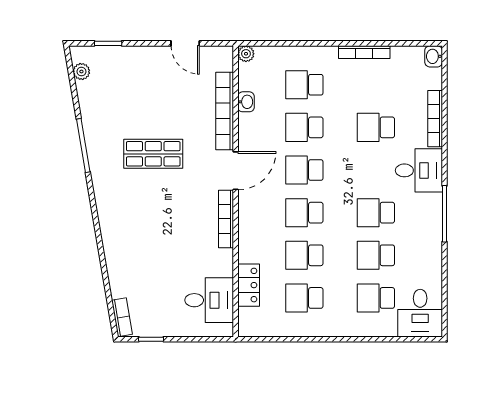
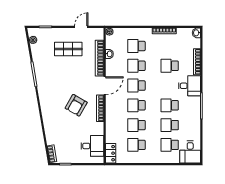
door: (185, 43) -> (81, 27), swing flipped
shop shelf: (153, 154) -> (68, 49), moved
armchair: (174, 212) -> (76, 105), added
locker: (249, 285) -> (111, 153), moved

